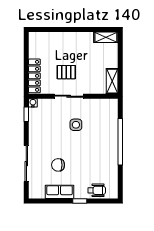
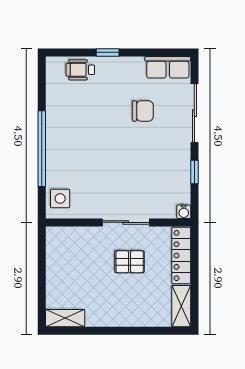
shelving: (112, 81) -> (181, 306), moved
window: (26, 114) -> (194, 172), moved
side table: (76, 125) -> (60, 198), moved
row of seats: (60, 192) -> (168, 67), moved

